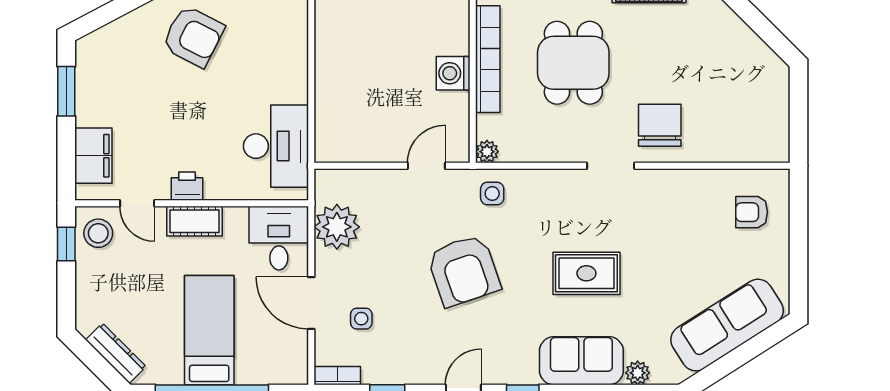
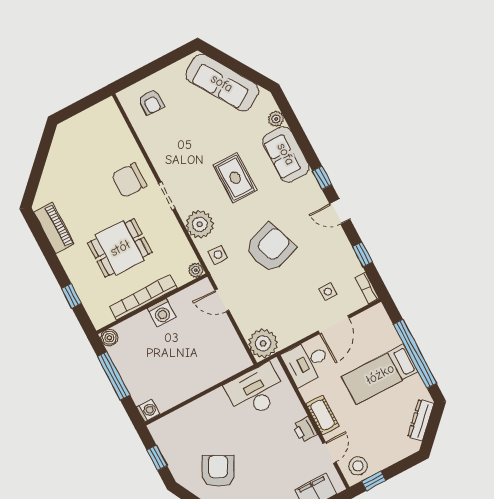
plant: (548, 190) -> (200, 224), added
plant: (337, 227) -> (263, 343), moved

